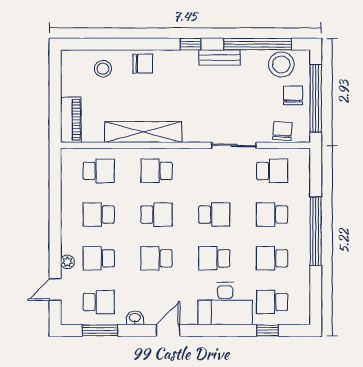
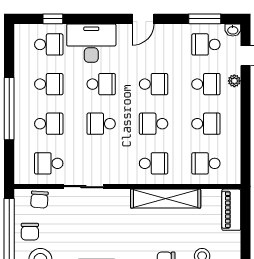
washbasin: (135, 318) -> (233, 30), moved

